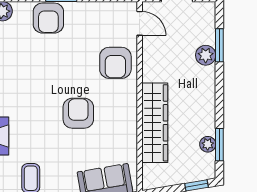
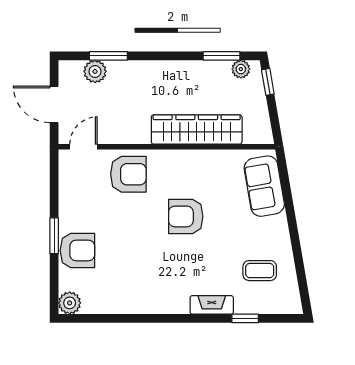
plant: (206, 55) -> (95, 71), moved
plant: (208, 144) -> (241, 69), moved

